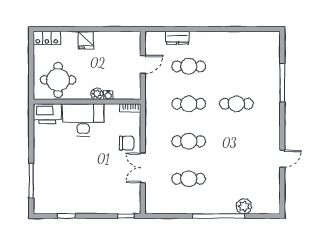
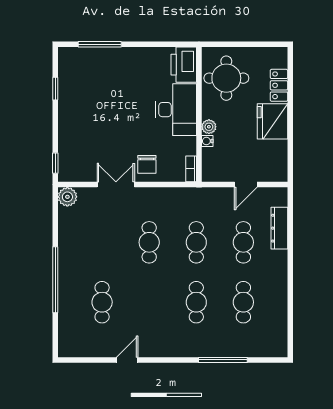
locker: (47, 38) -> (279, 85), moved
dresser: (177, 38) -> (279, 228), width x1.44
fridge: (86, 40) -> (272, 121), width x1.88, depth x1.34
door: (143, 64) -> (246, 185), hinge flipped
cafe table: (236, 66) -> (243, 302), added
door: (282, 159) -> (127, 360), swing flipped
cafe table: (189, 179) -> (102, 302), moved
plant: (244, 206) -> (67, 197), moved

